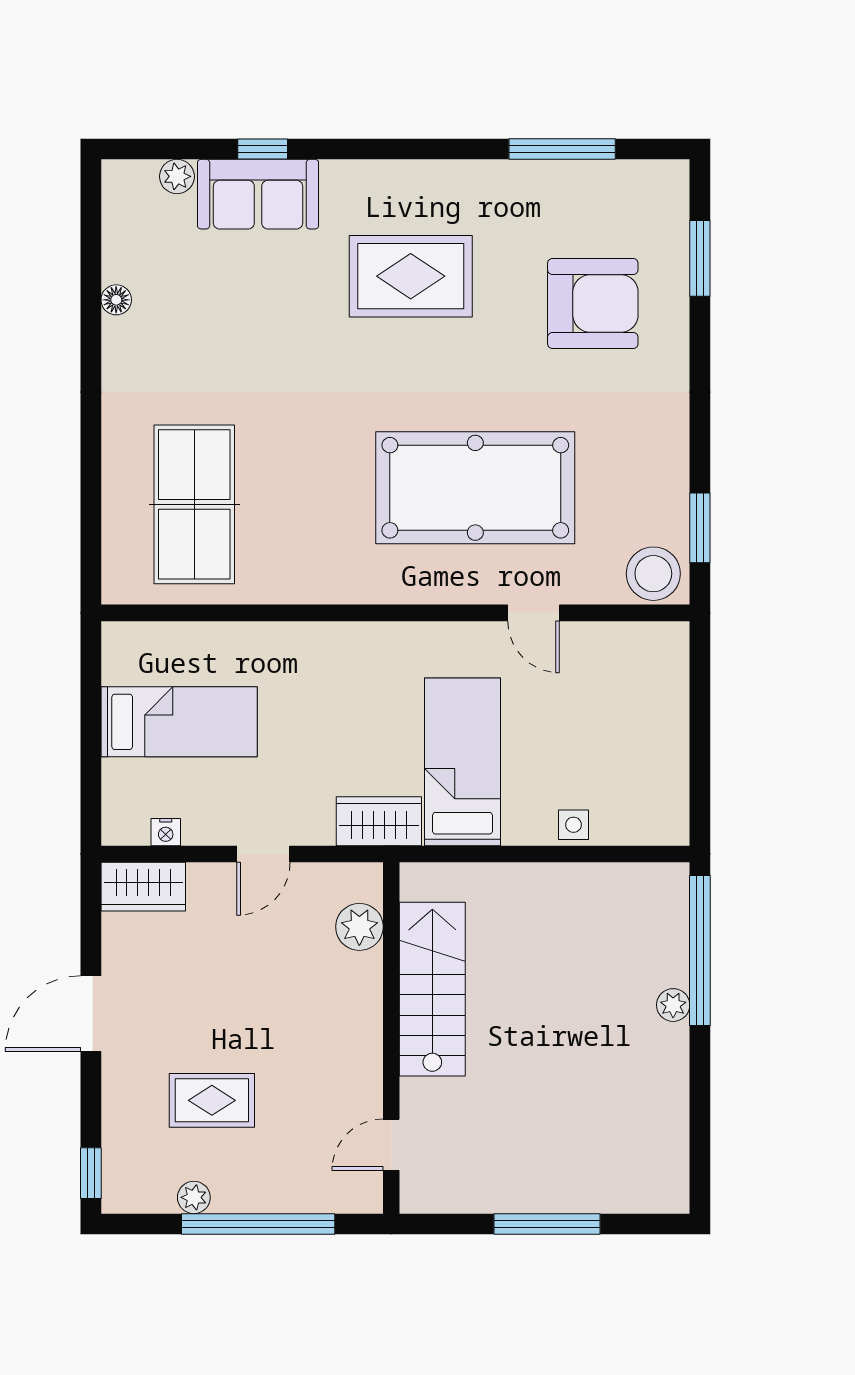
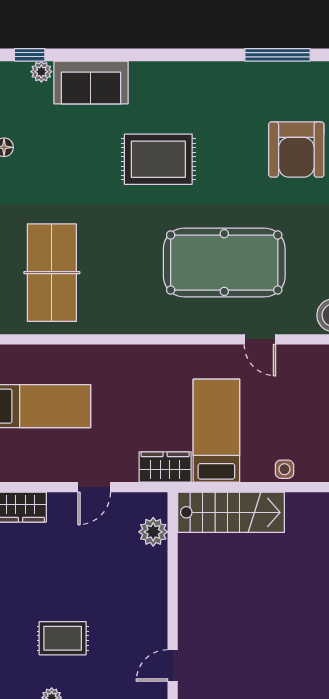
window: (263, 149) -> (30, 55), moved
rug: (411, 276) -> (158, 159), moved
armchair: (593, 304) -> (296, 150), turned 90
nightstand: (166, 832) -> (34, 474), removed
stairs: (432, 989) -> (231, 512), moved, turned 90

